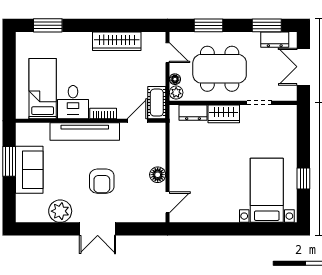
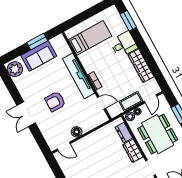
desk: (73, 102) -> (124, 44), moved, turned 180
cot: (157, 103) -> (131, 101), moved
plant: (60, 211) -> (15, 69), moved

